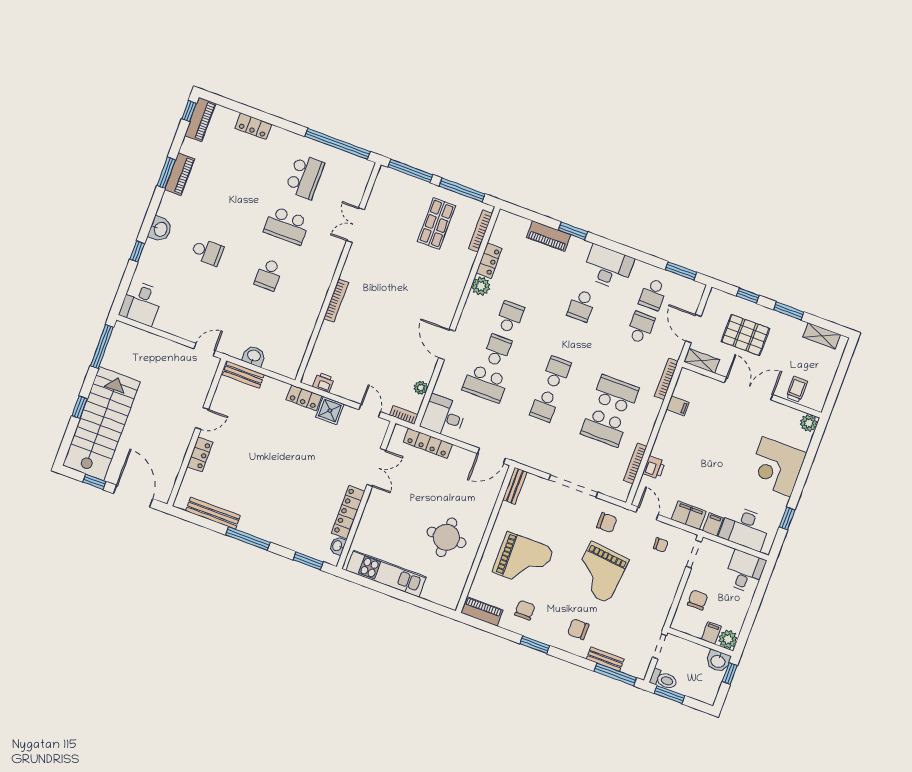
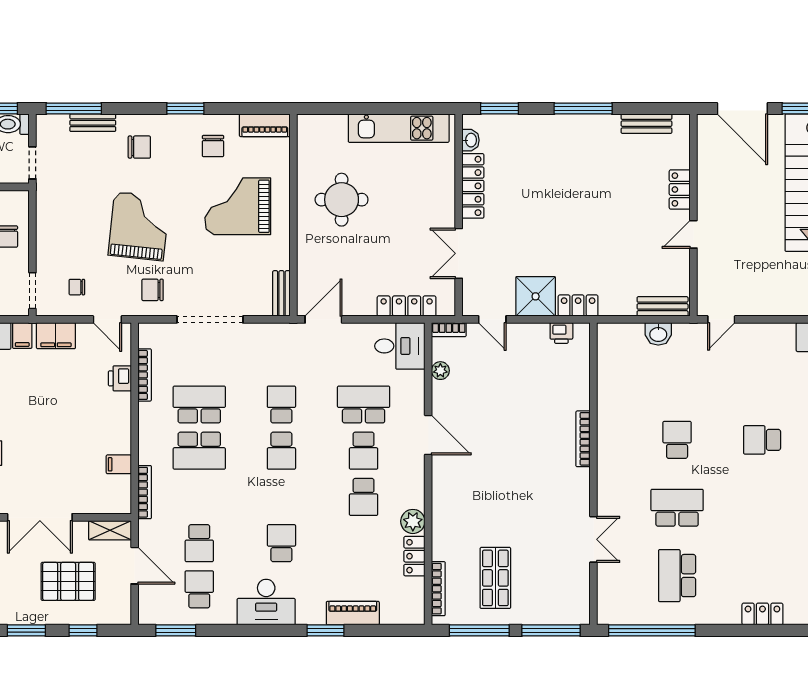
shower: (330, 411) -> (536, 296), width x1.36, depth x1.36
bench: (213, 513) -> (646, 124), width x0.73

